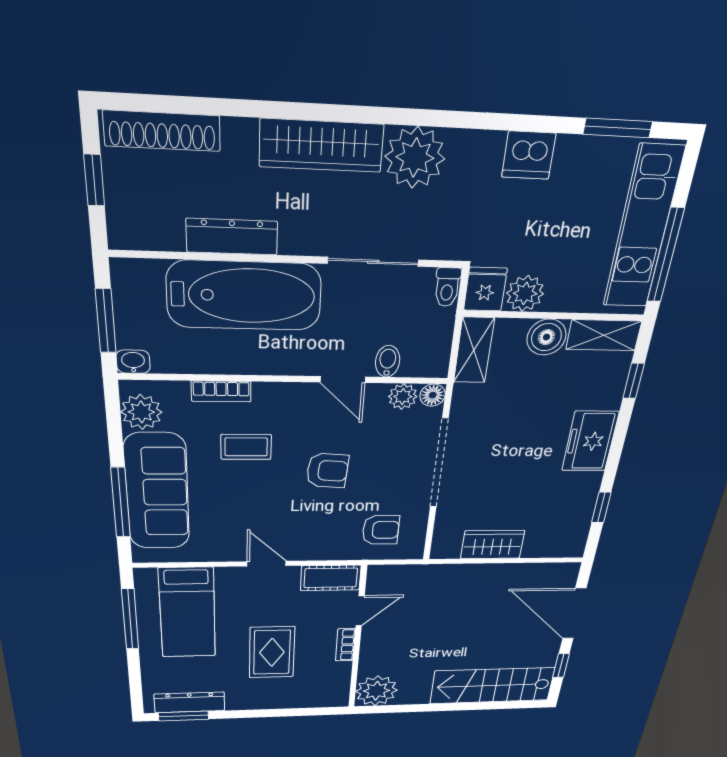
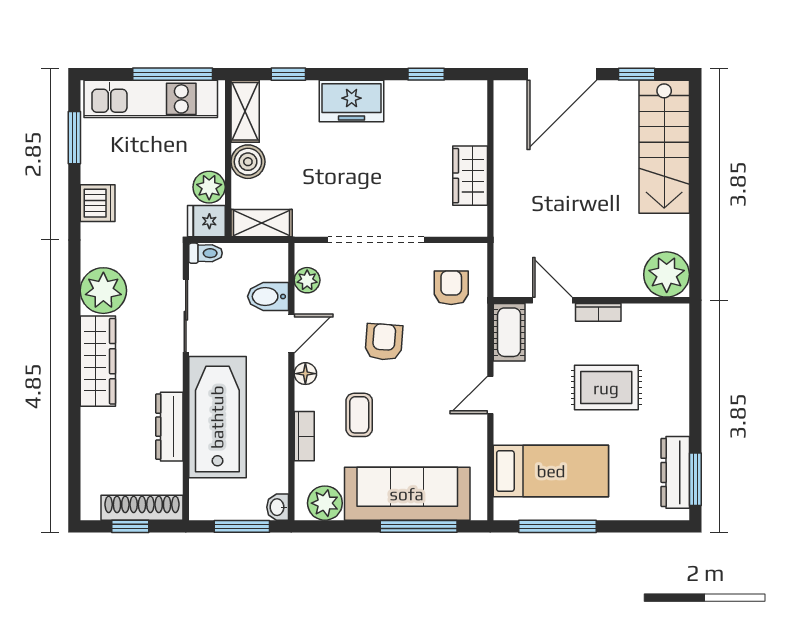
shoe rack: (162, 131) -> (142, 508), moved, turned -90
bidet: (388, 361) -> (268, 296), width x1.38, depth x1.36
floor lamp: (433, 395) -> (305, 374), moved

